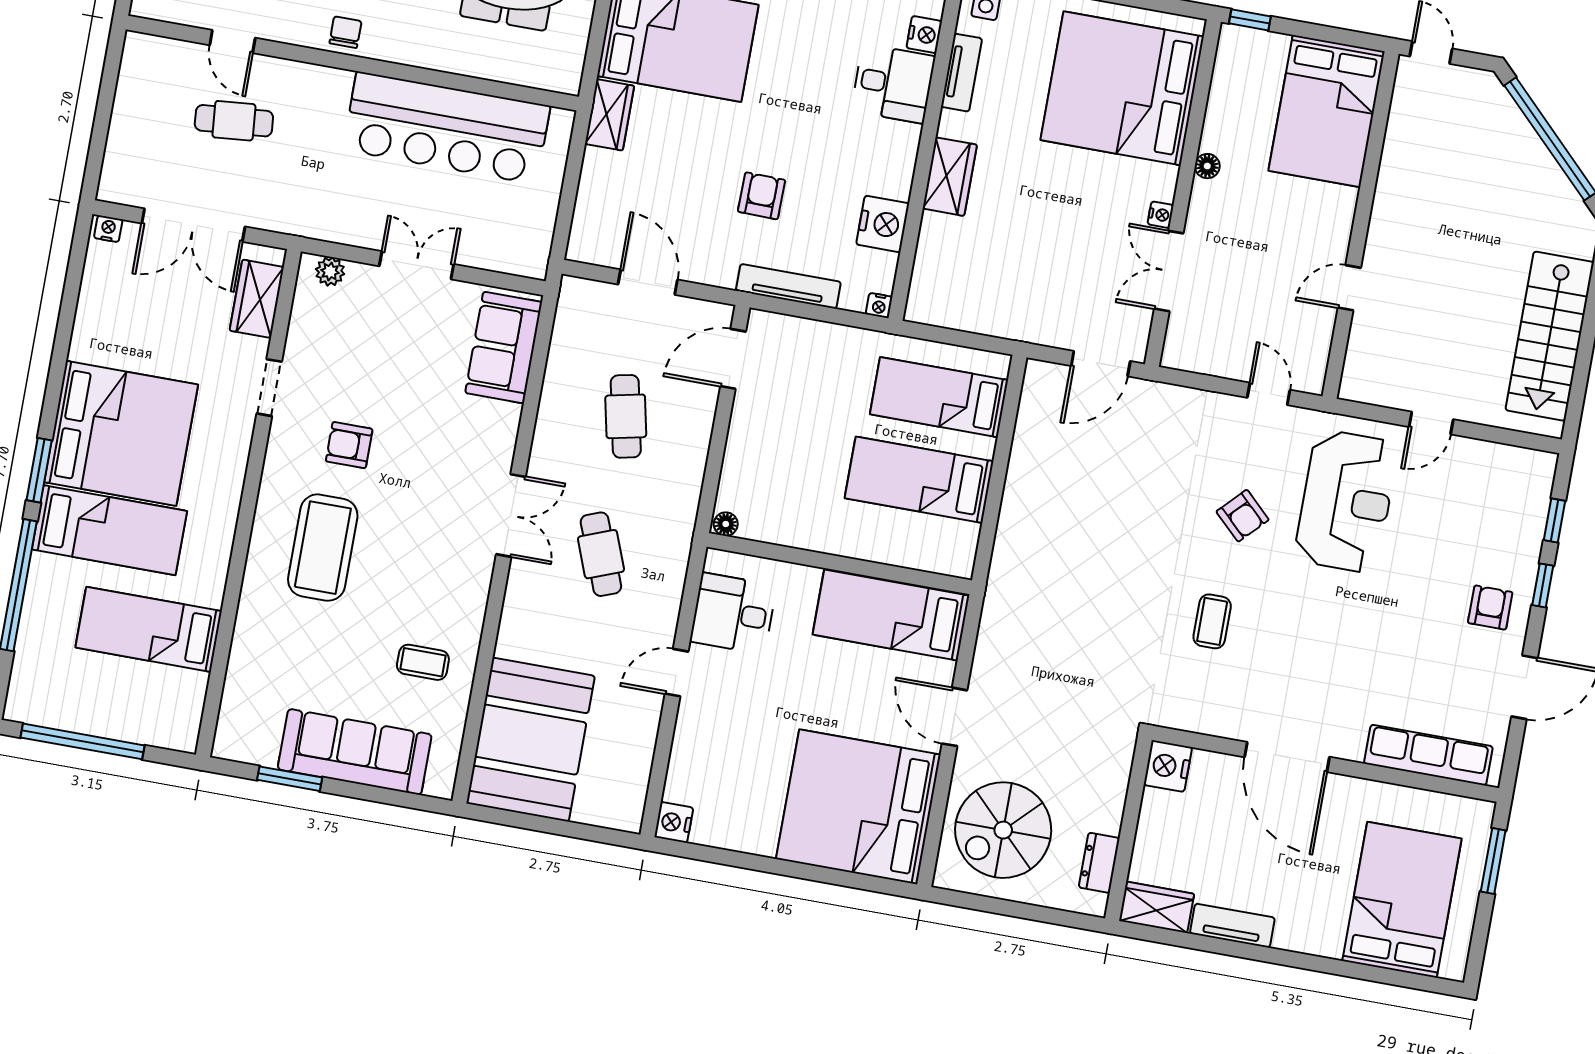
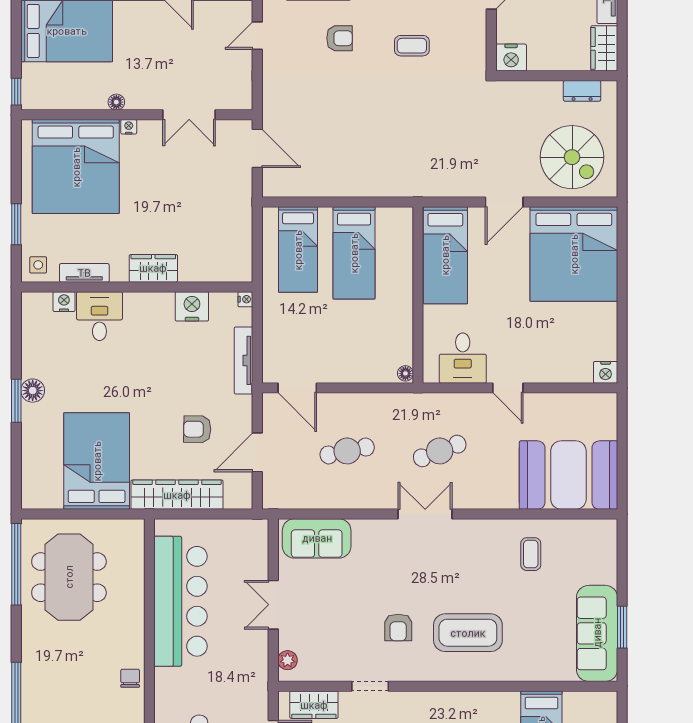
chair: (345, 32) -> (130, 678), turned 90
wardrobe: (610, 115) -> (177, 495), width x2.10, depth x1.17
armchair: (762, 196) -> (197, 429), moved
nightstand: (1161, 215) -> (129, 127), moved
armchair: (1243, 516) -> (340, 38), turned 46
sofa: (355, 752) -> (597, 633), moved

